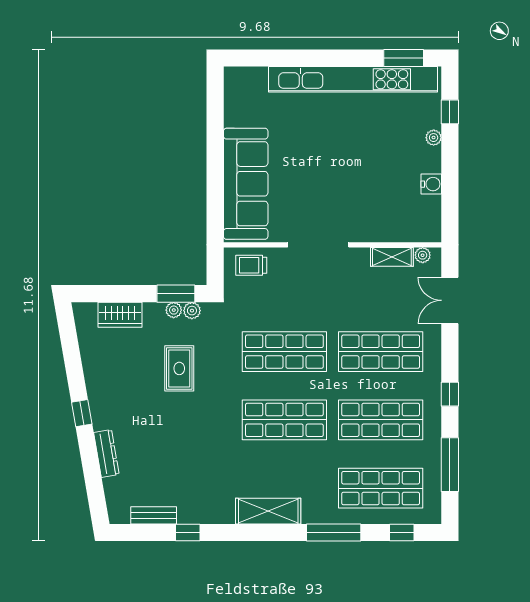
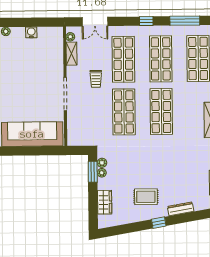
trolley: (251, 265) -> (96, 79), moved
rug: (179, 368) -> (146, 197), moved

